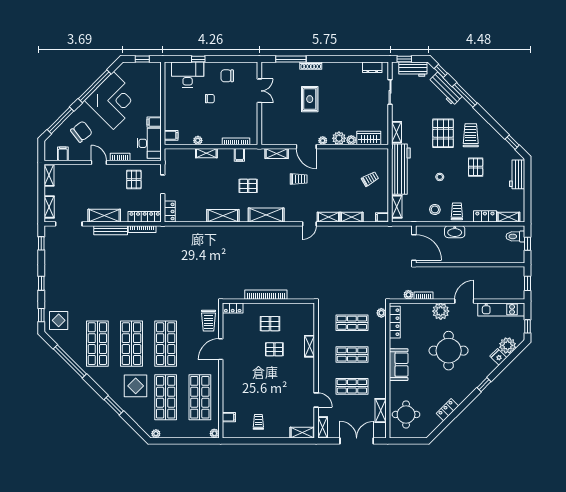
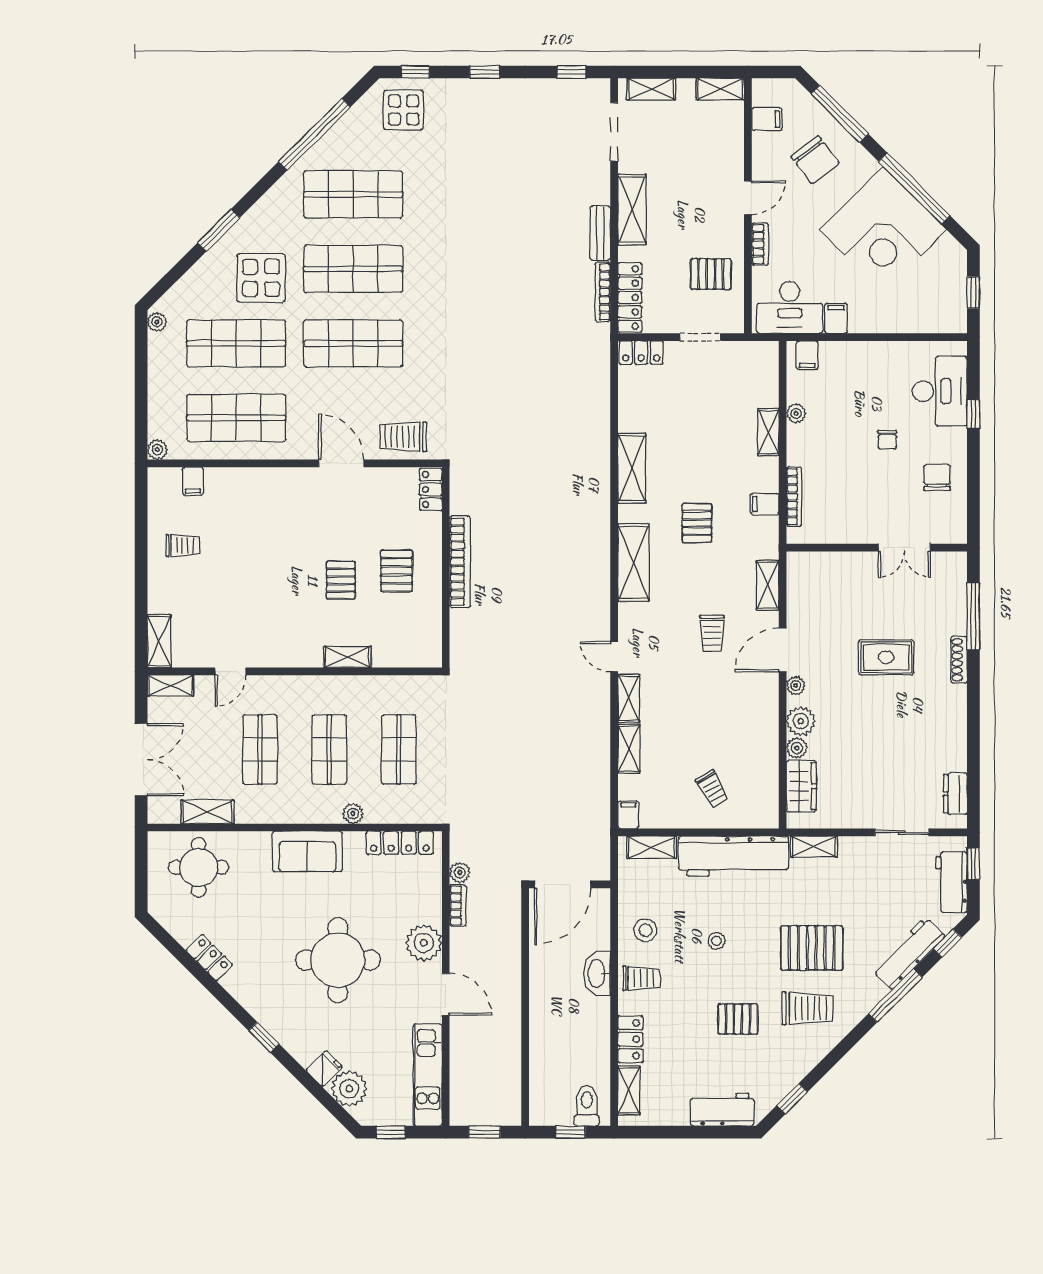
bench: (111, 230) -> (600, 233), width x0.73
plant: (381, 313) -> (353, 813), moved

